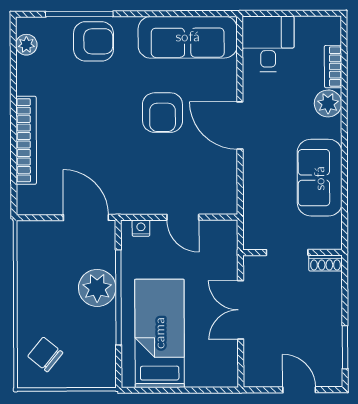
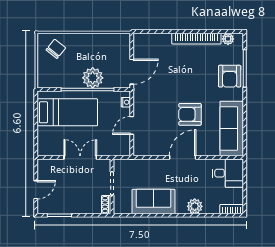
bookcase: (333, 67) -> (232, 209), moved
bookcase: (26, 140) -> (196, 39), moved

